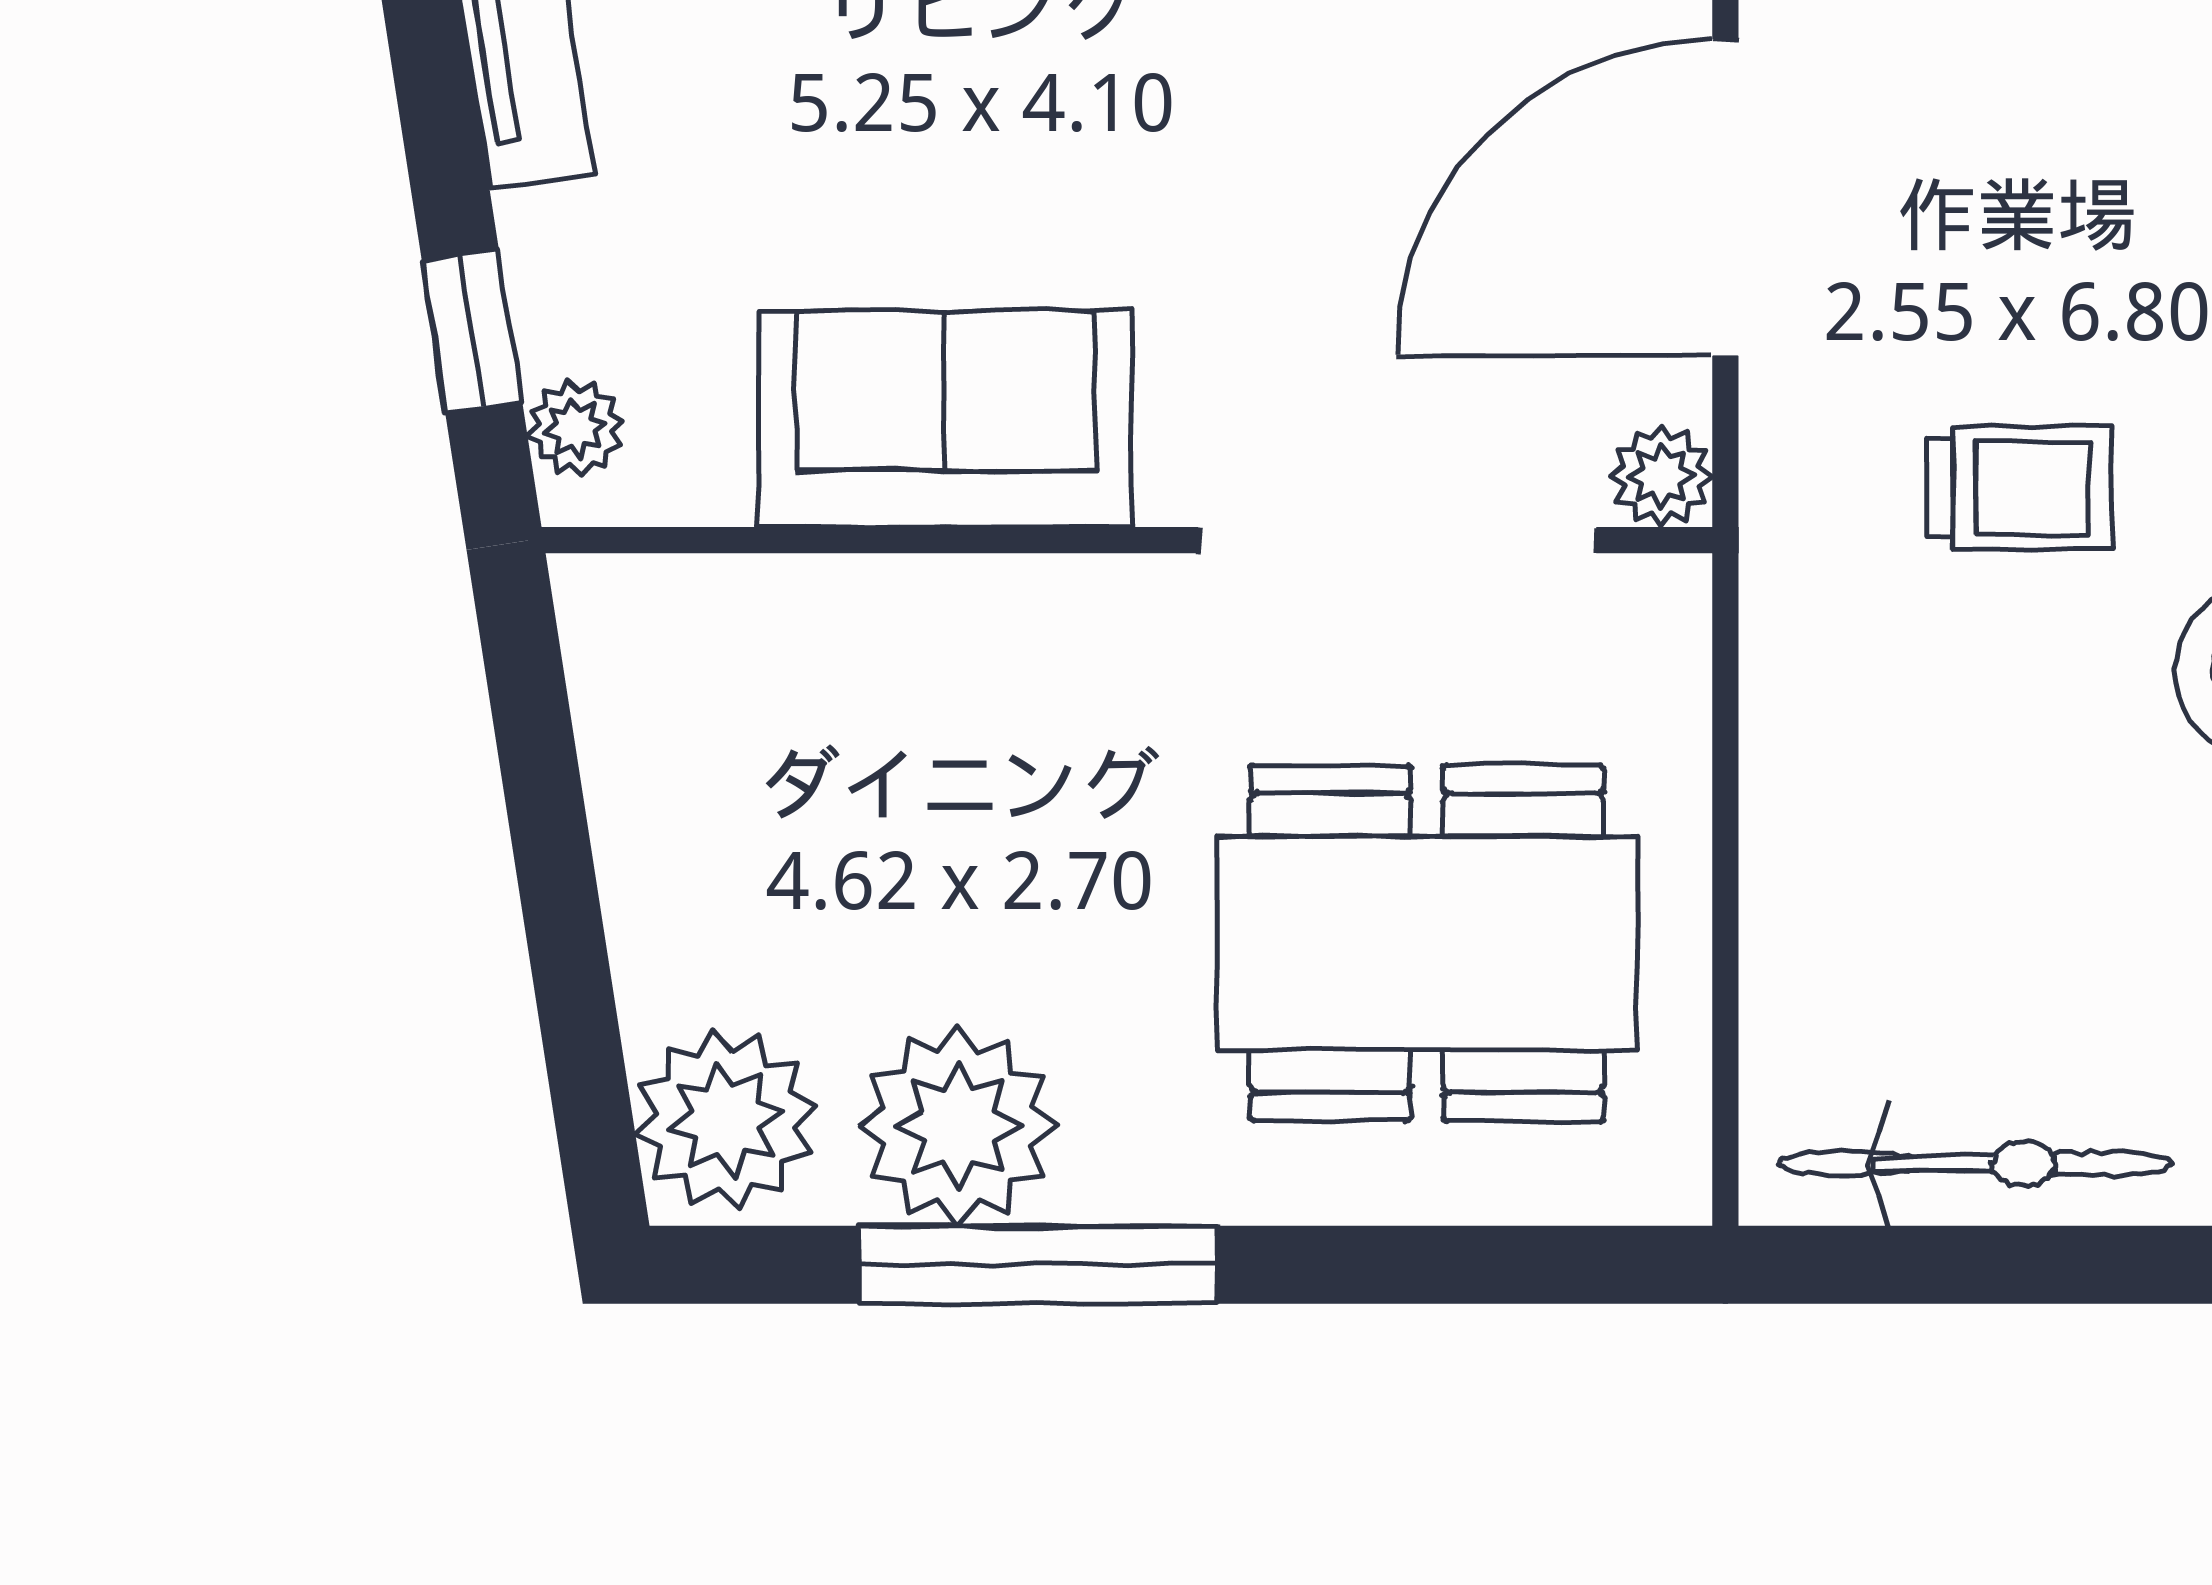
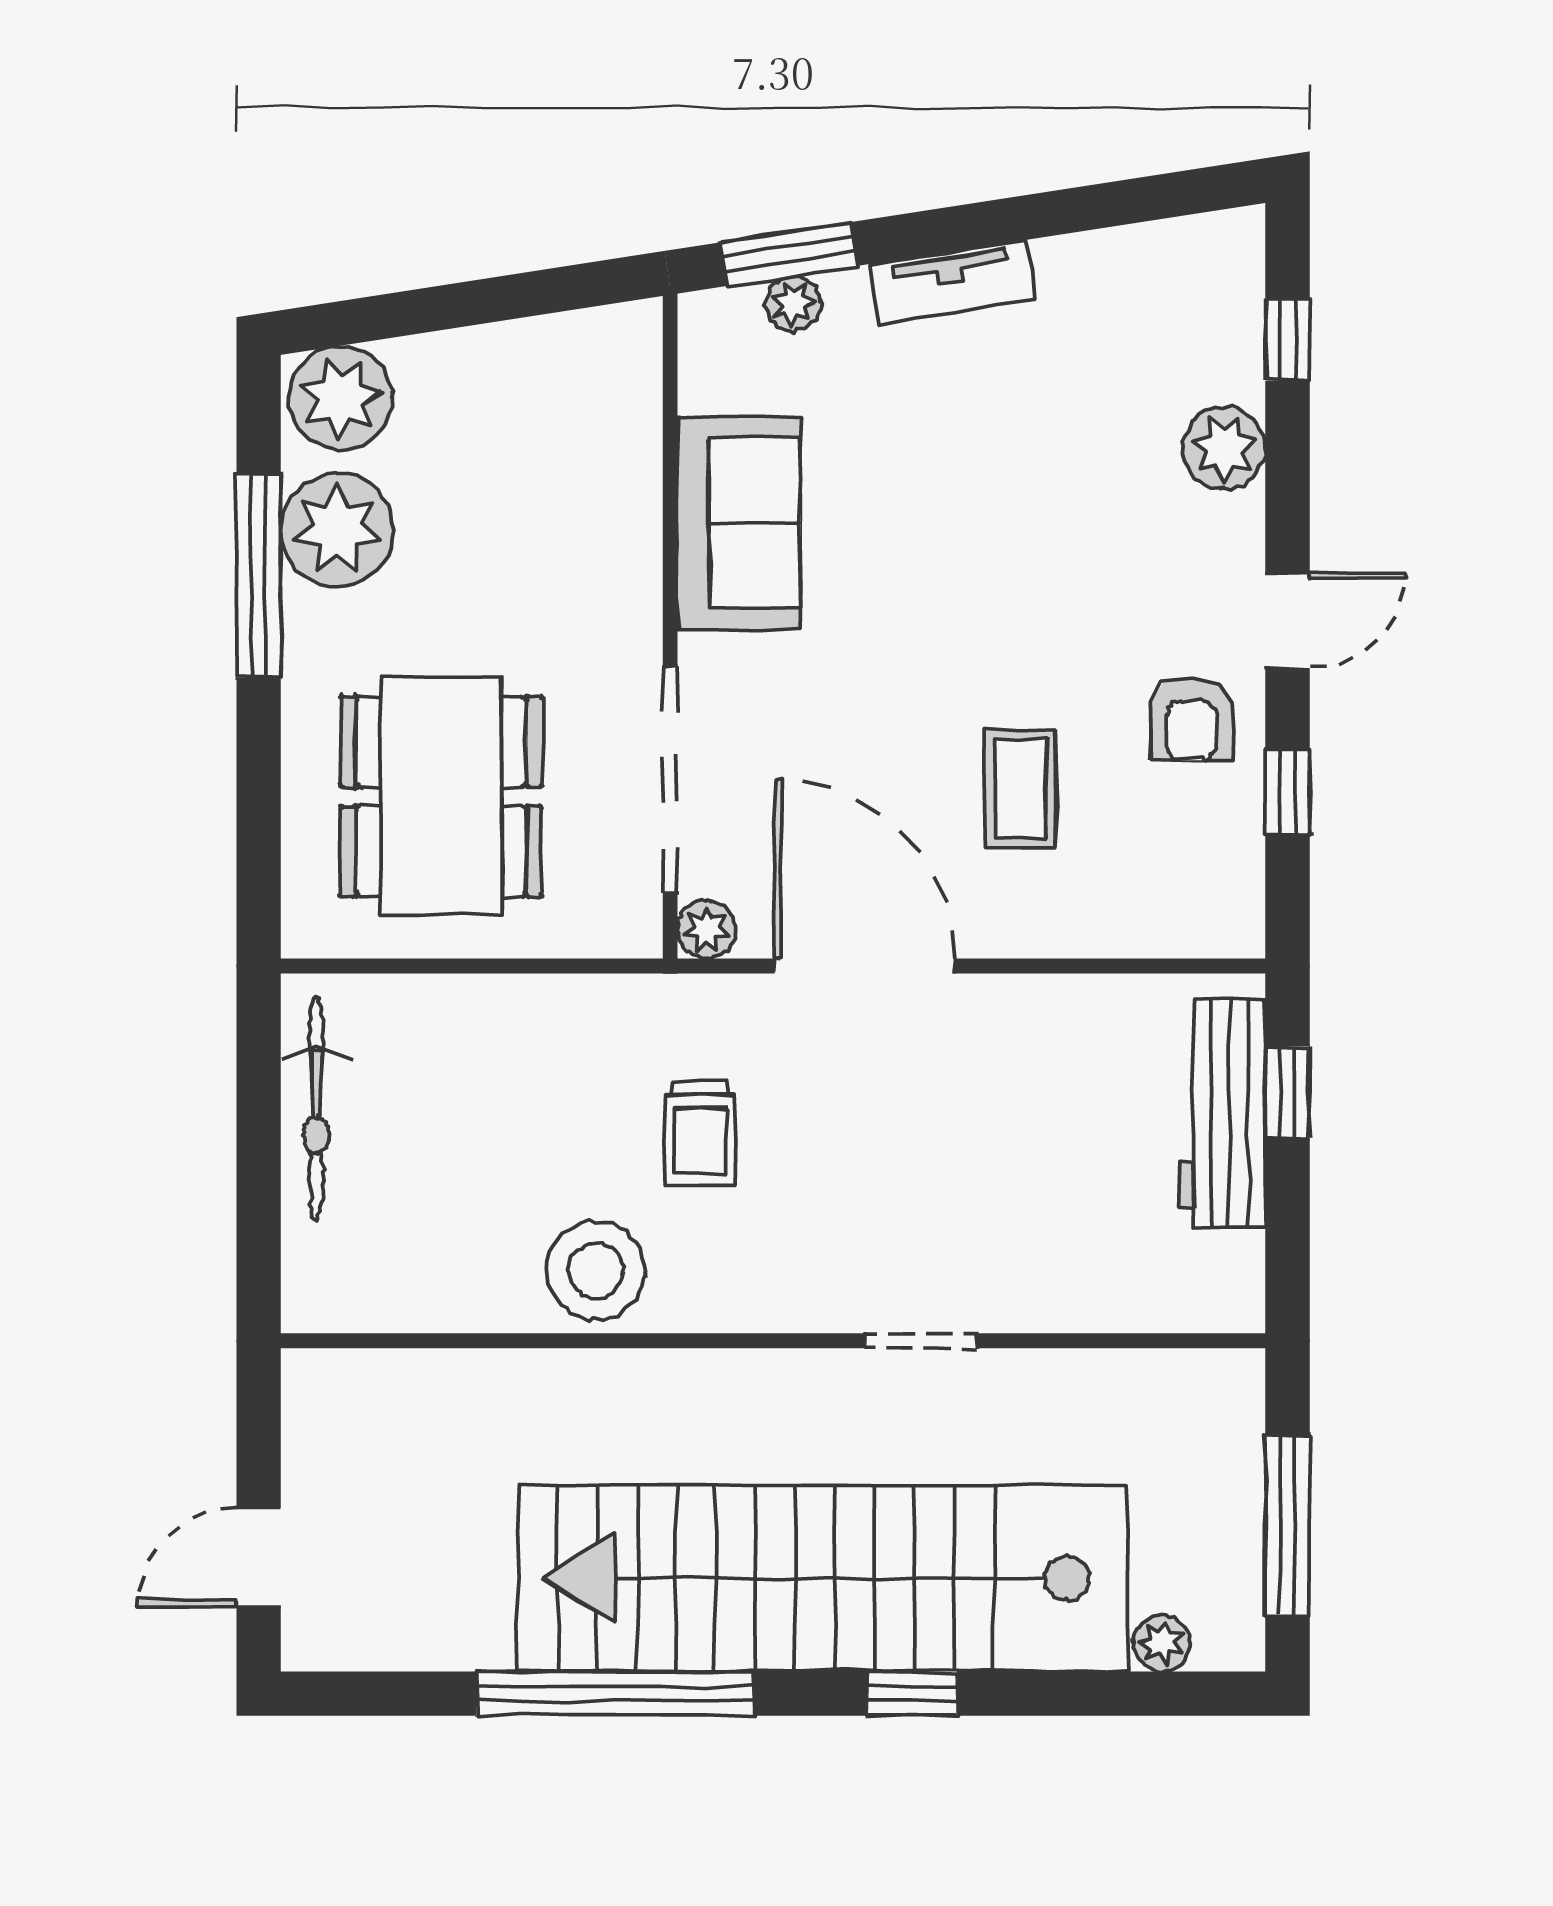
window: (472, 331) -> (789, 254), width x1.50
plant: (575, 428) -> (793, 304), moved

